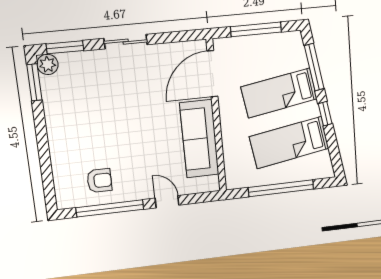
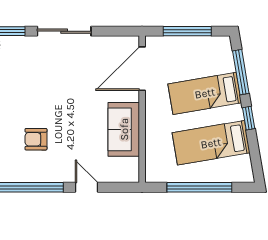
sliding door: (126, 42) -> (64, 31), width x1.37
sofa: (199, 139) -> (124, 129), width x0.73
armchair: (99, 181) -> (36, 139), moved, turned 180

